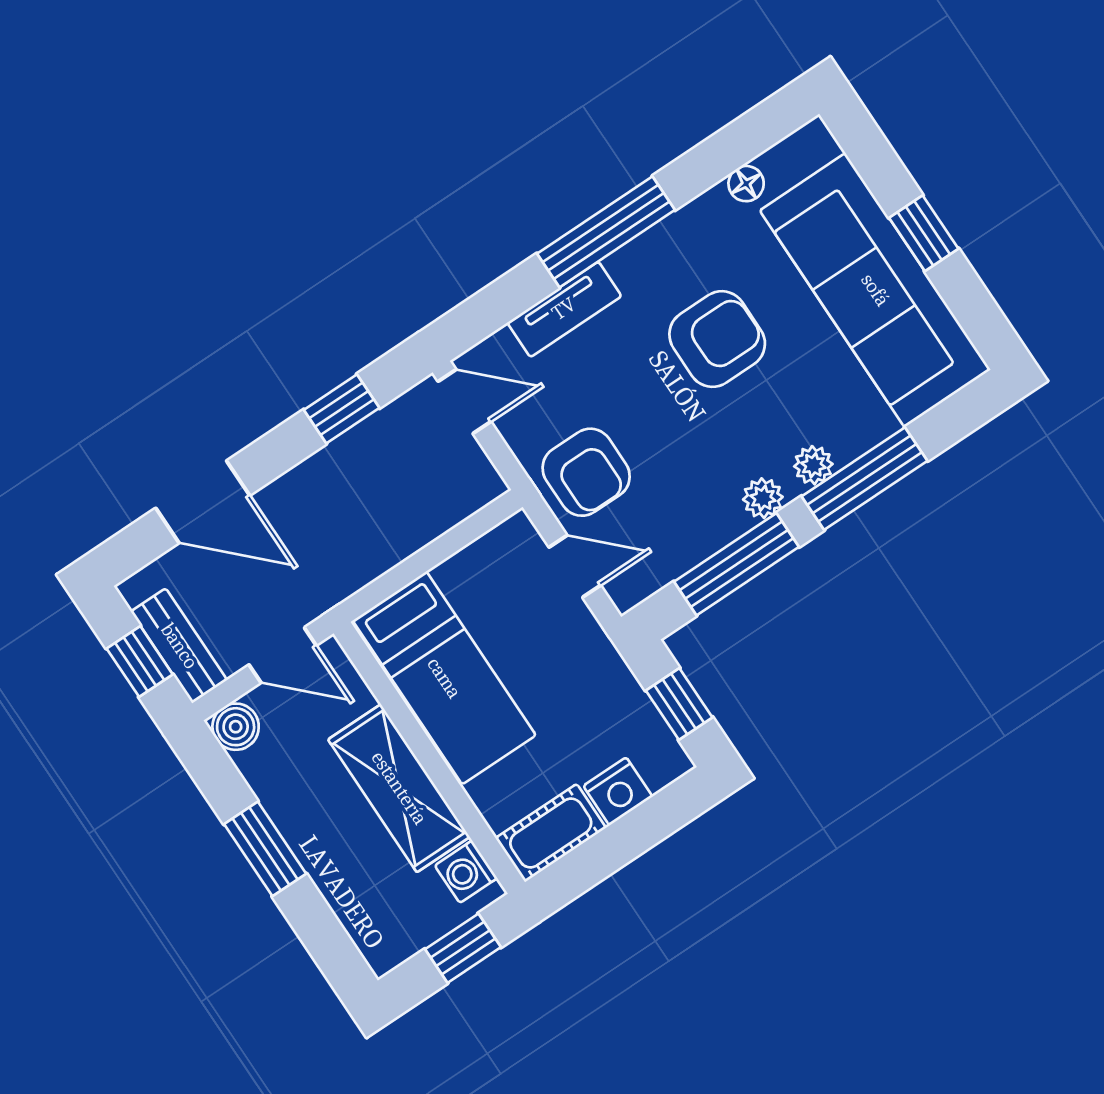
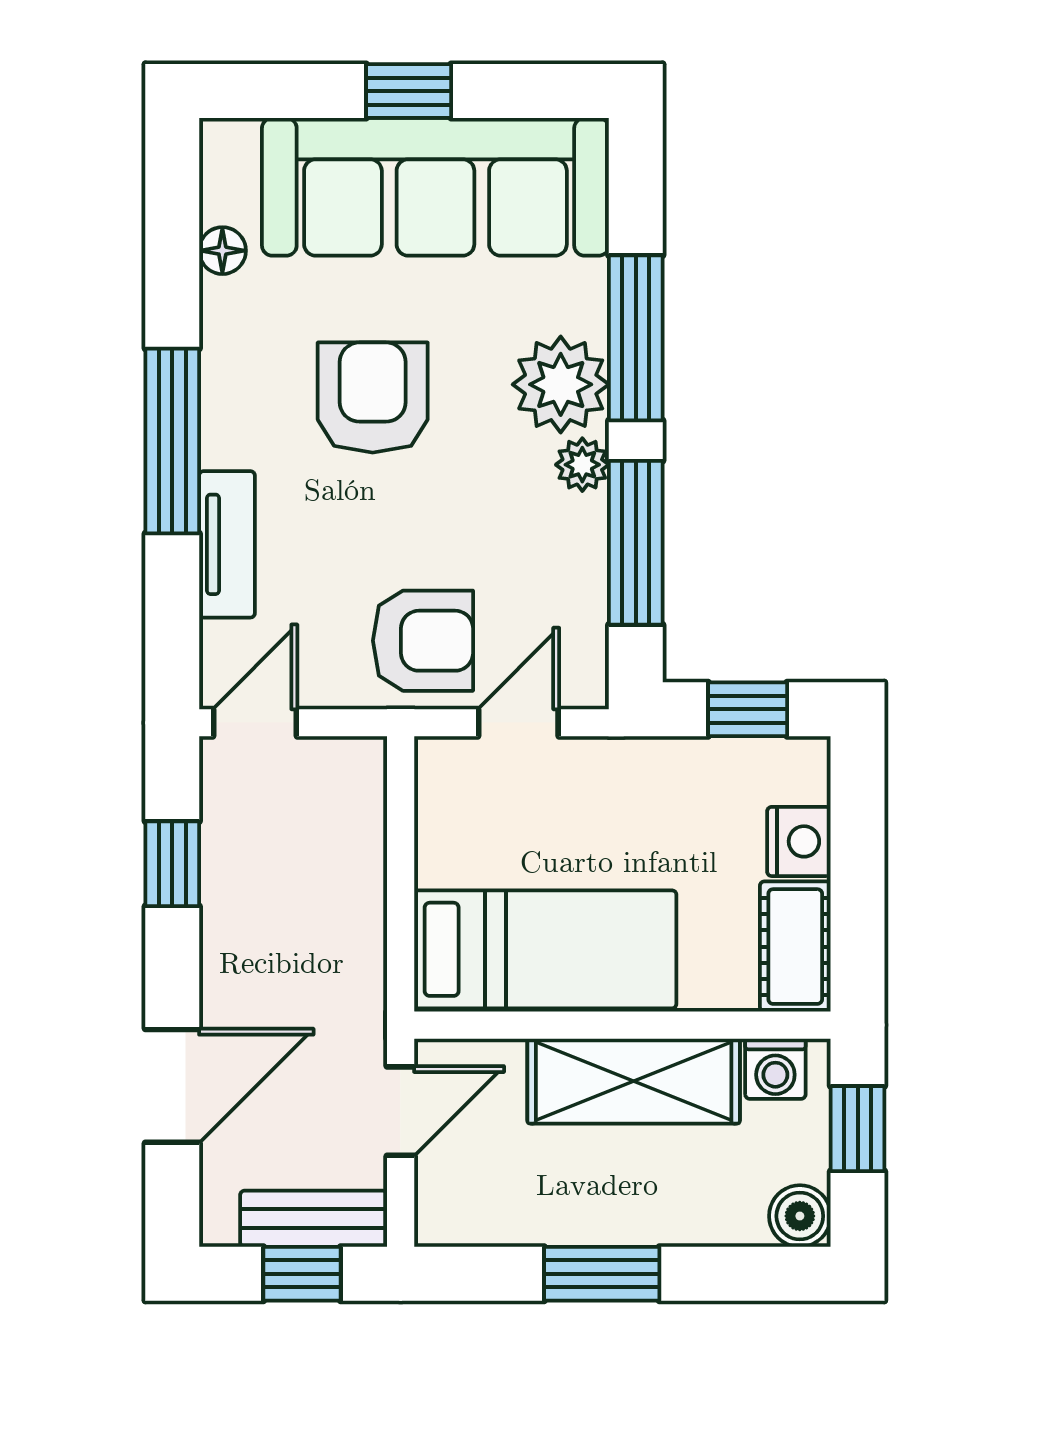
plant: (813, 465) -> (561, 384), width x1.88, depth x1.88
boiler: (236, 727) -> (800, 1216), moved

